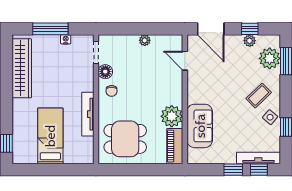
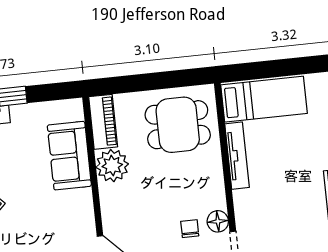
chair: (112, 91) -> (190, 229), moved
bed: (50, 136) -> (264, 99), moved, turned -90

